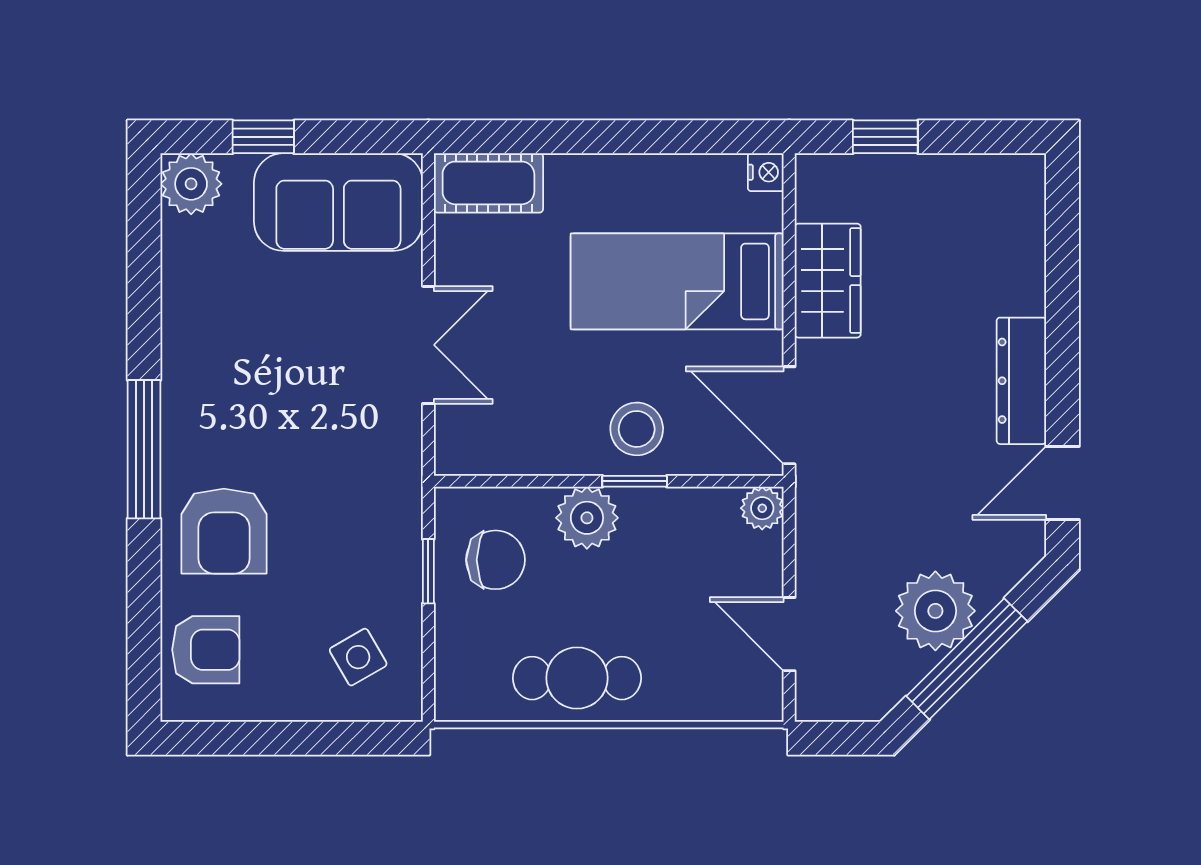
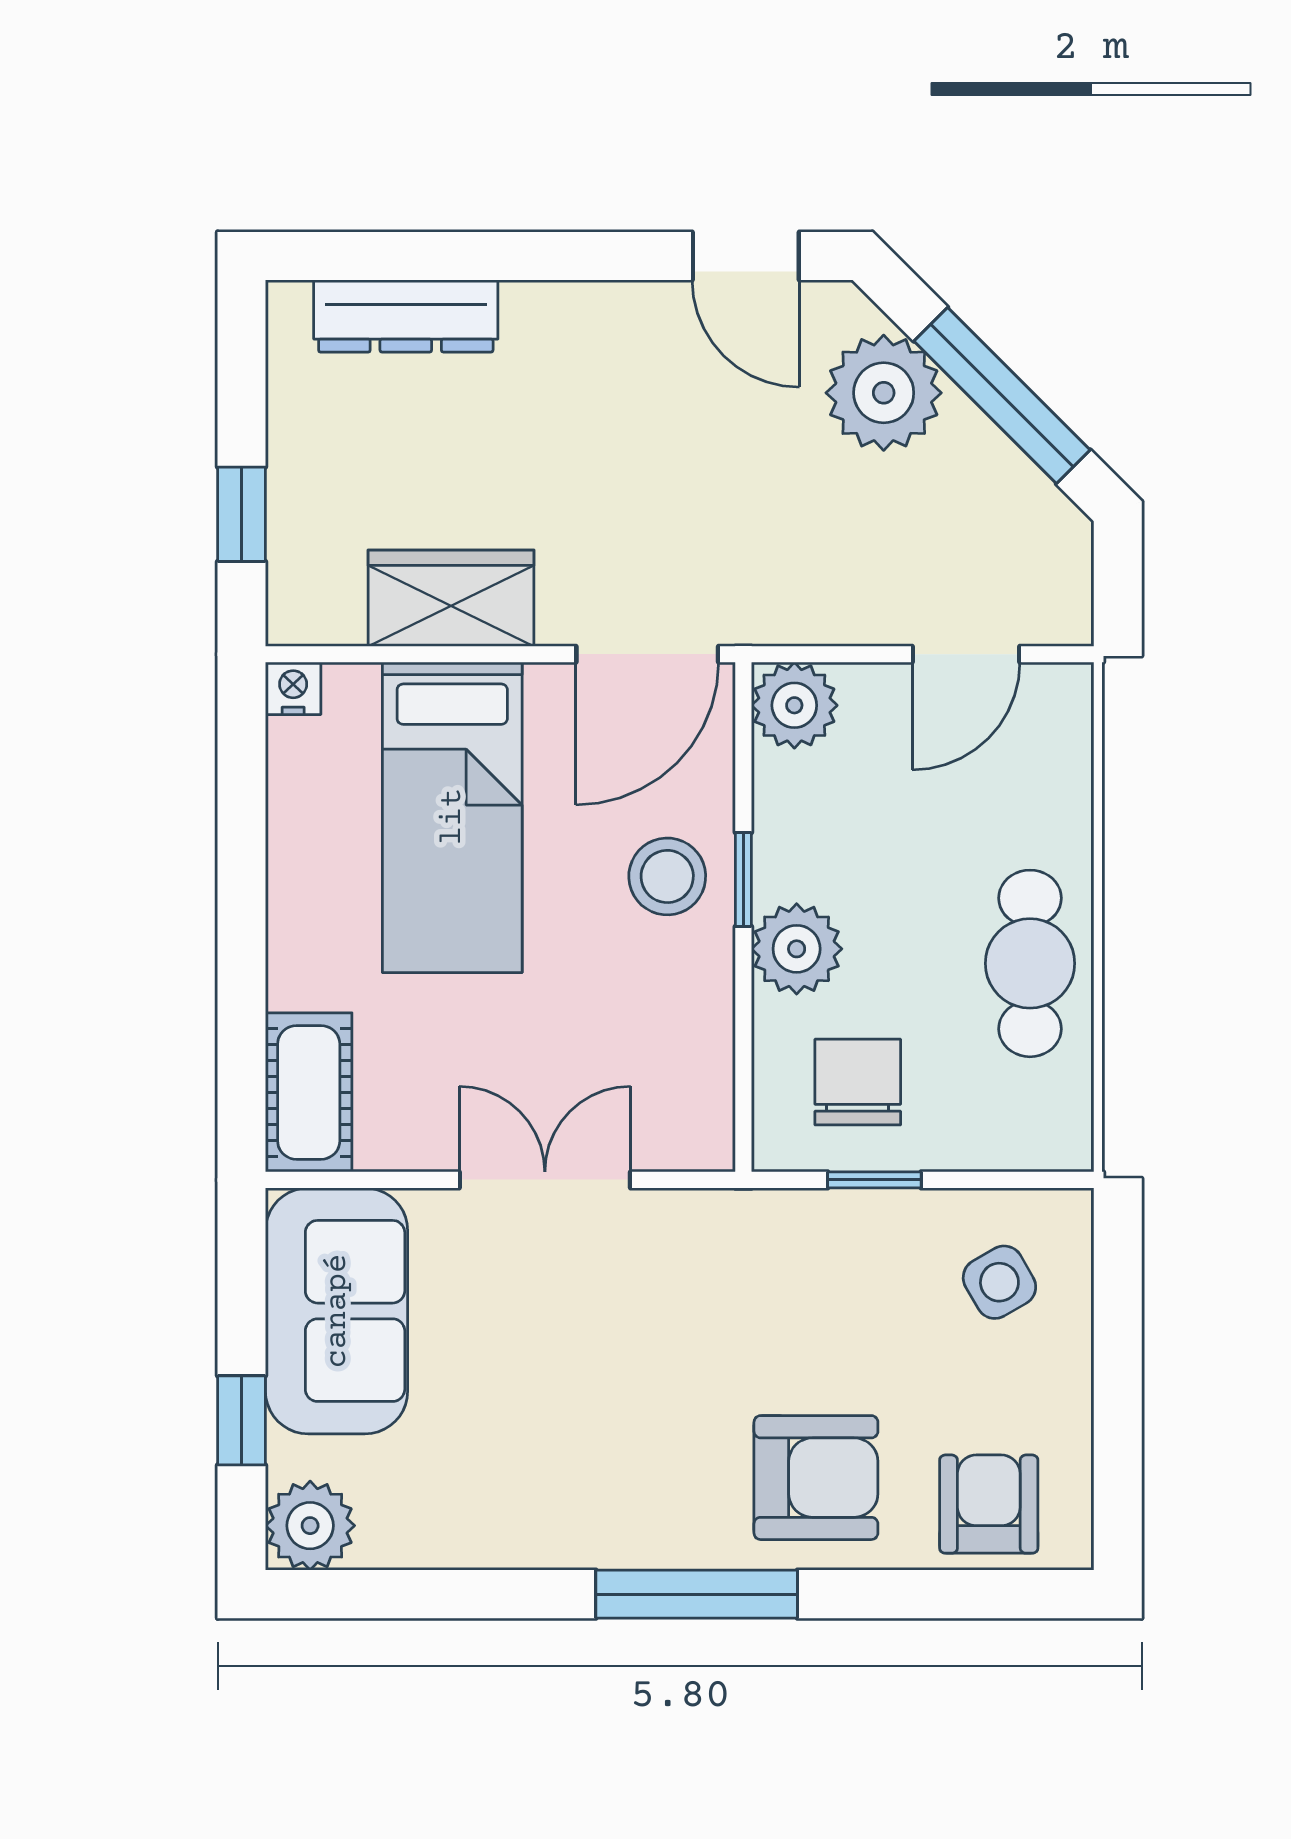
dresser: (1021, 381) -> (406, 316), moved
plant: (762, 508) -> (794, 705), width x1.38, depth x1.38
plant: (935, 611) -> (884, 393), moved

